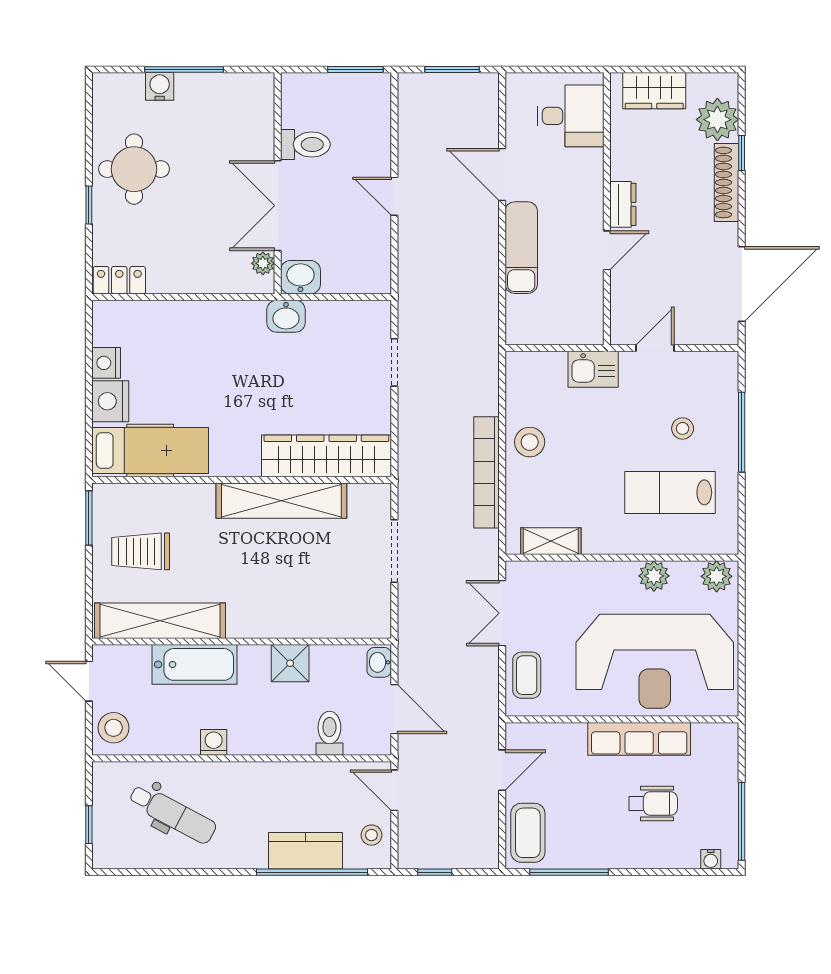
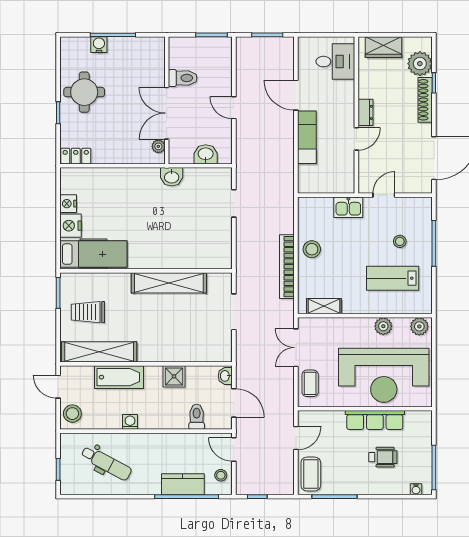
washbasin: (300, 277) -> (206, 154), moved
wardrobe: (326, 456) -> (195, 257), removed

